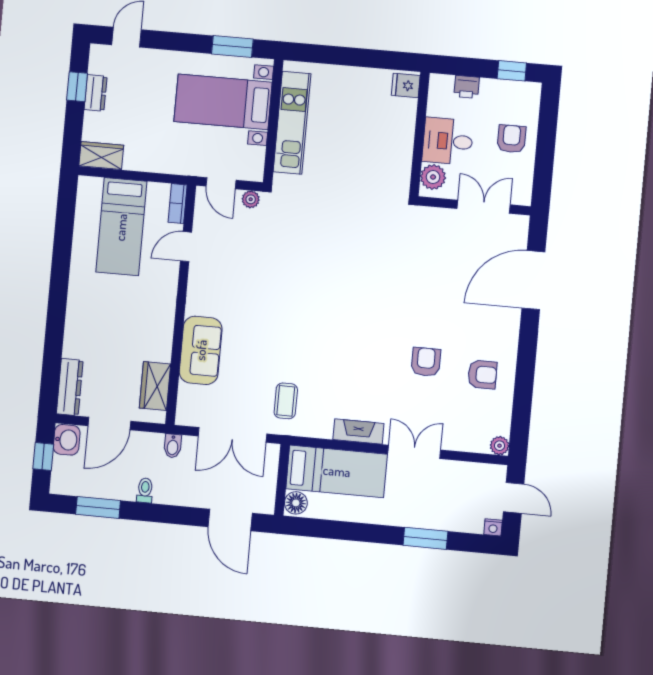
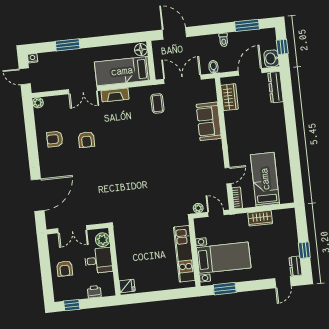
dresser: (96, 93) -> (296, 266), moved
wardrobe: (101, 156) -> (260, 218), moved

